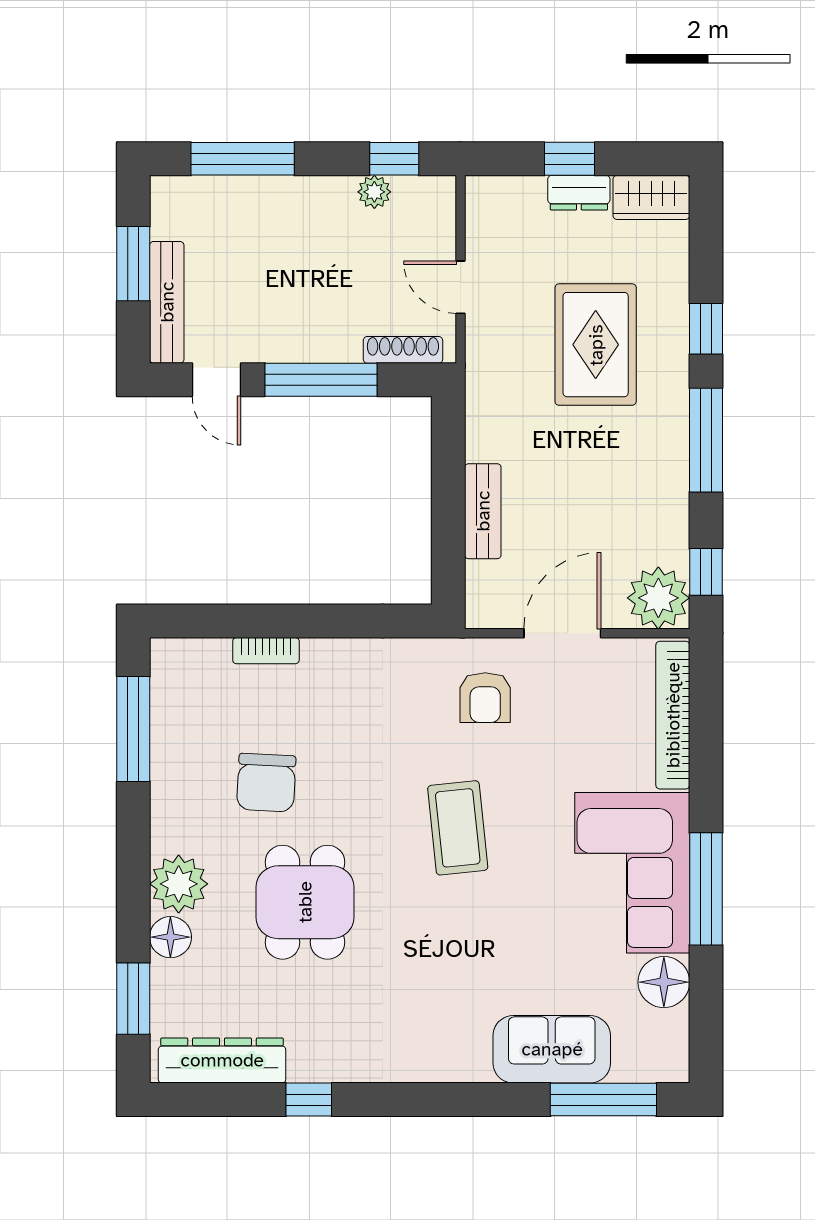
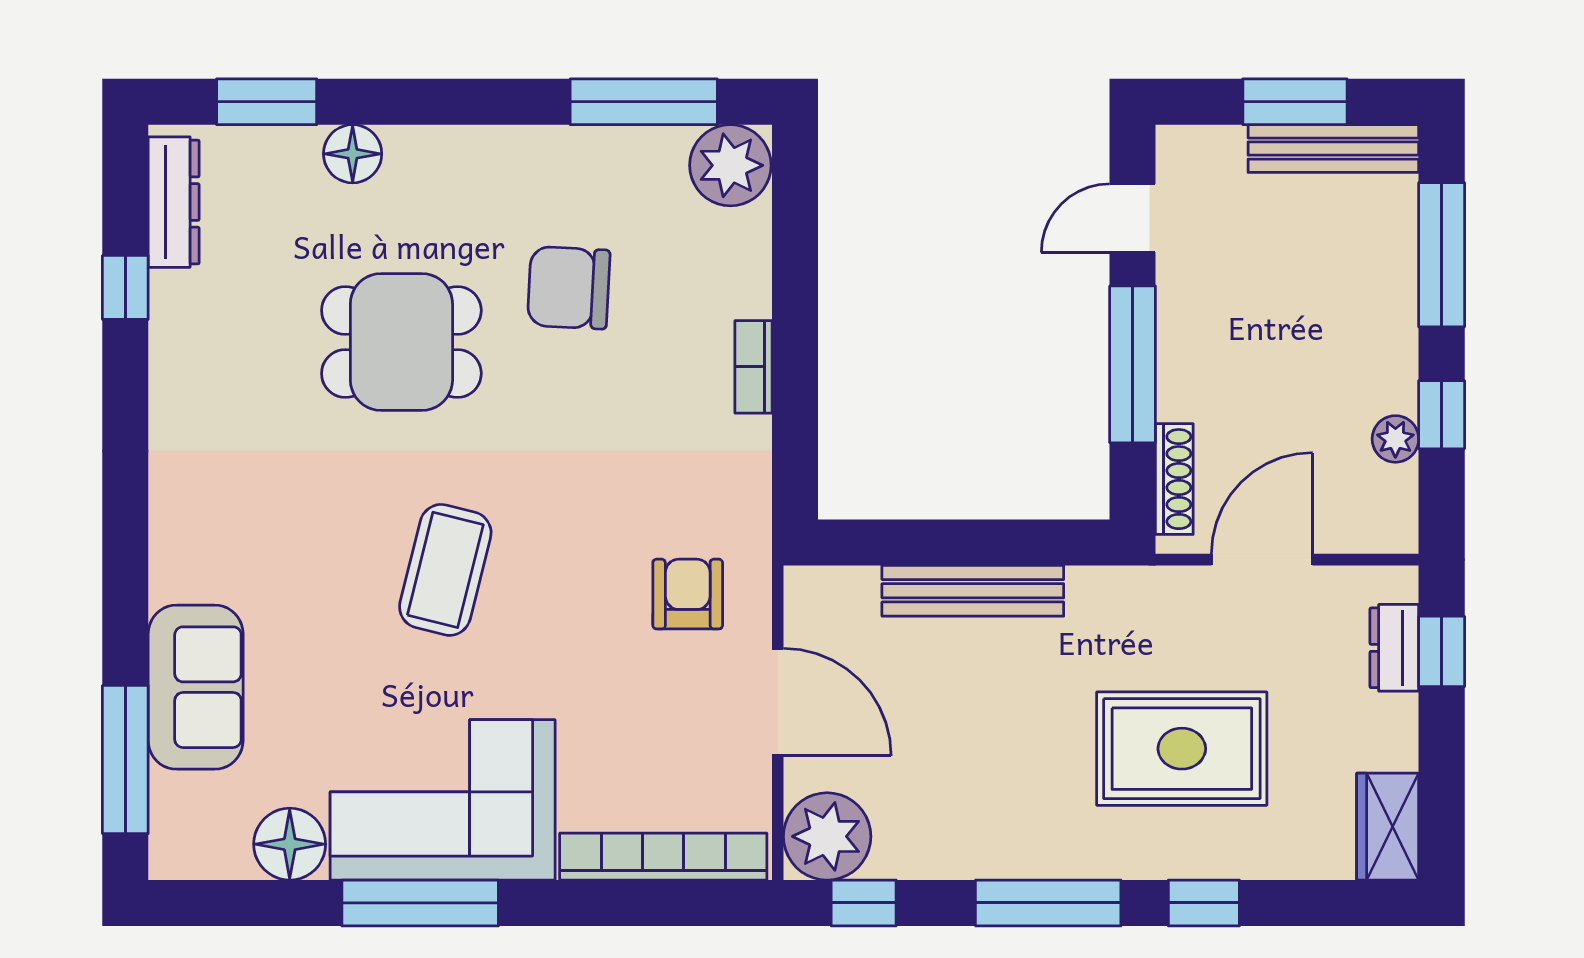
window: (394, 159) -> (1442, 415), moved
window: (570, 159) -> (1442, 651), moved
dresser: (579, 193) -> (1394, 648), moved
door: (461, 287) -> (1262, 560), width x1.38
bench: (167, 302) -> (1333, 149), moved
bench: (483, 511) -> (973, 591), width x1.36
bookcase: (266, 651) -> (753, 367), moved
armchair: (485, 698) -> (688, 594), turned 90
coffee table: (458, 828) -> (445, 570), moved, turned -70
plant: (179, 884) -> (730, 165), moved
dresser: (222, 1060) -> (174, 202), width x0.73, depth x0.80
window: (309, 1100) -> (125, 287), moved

